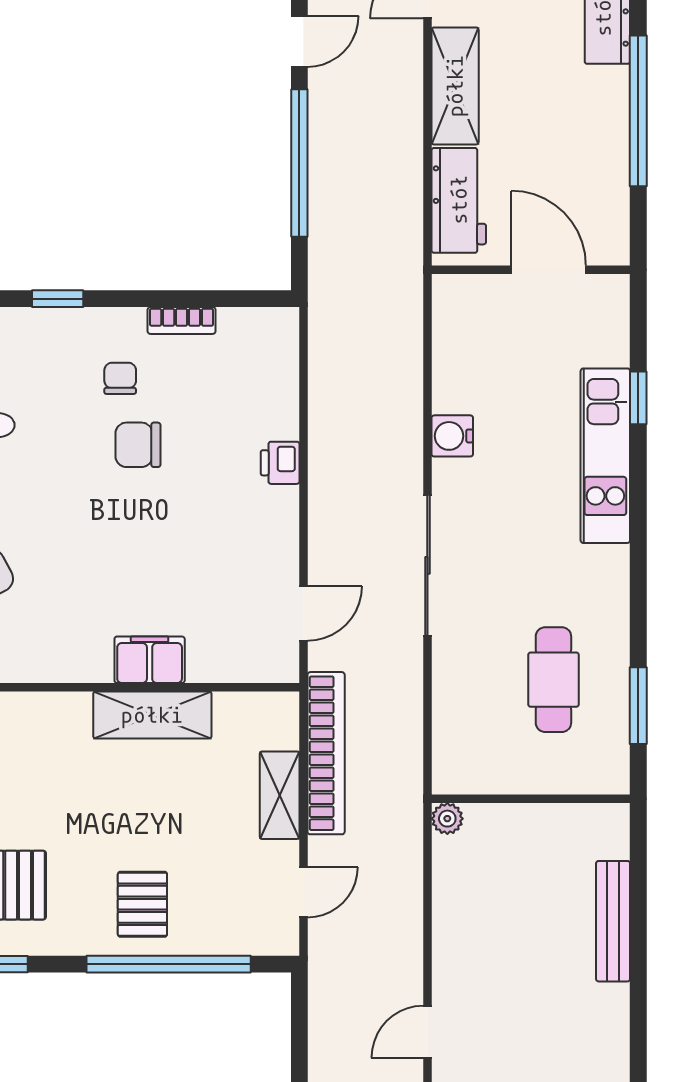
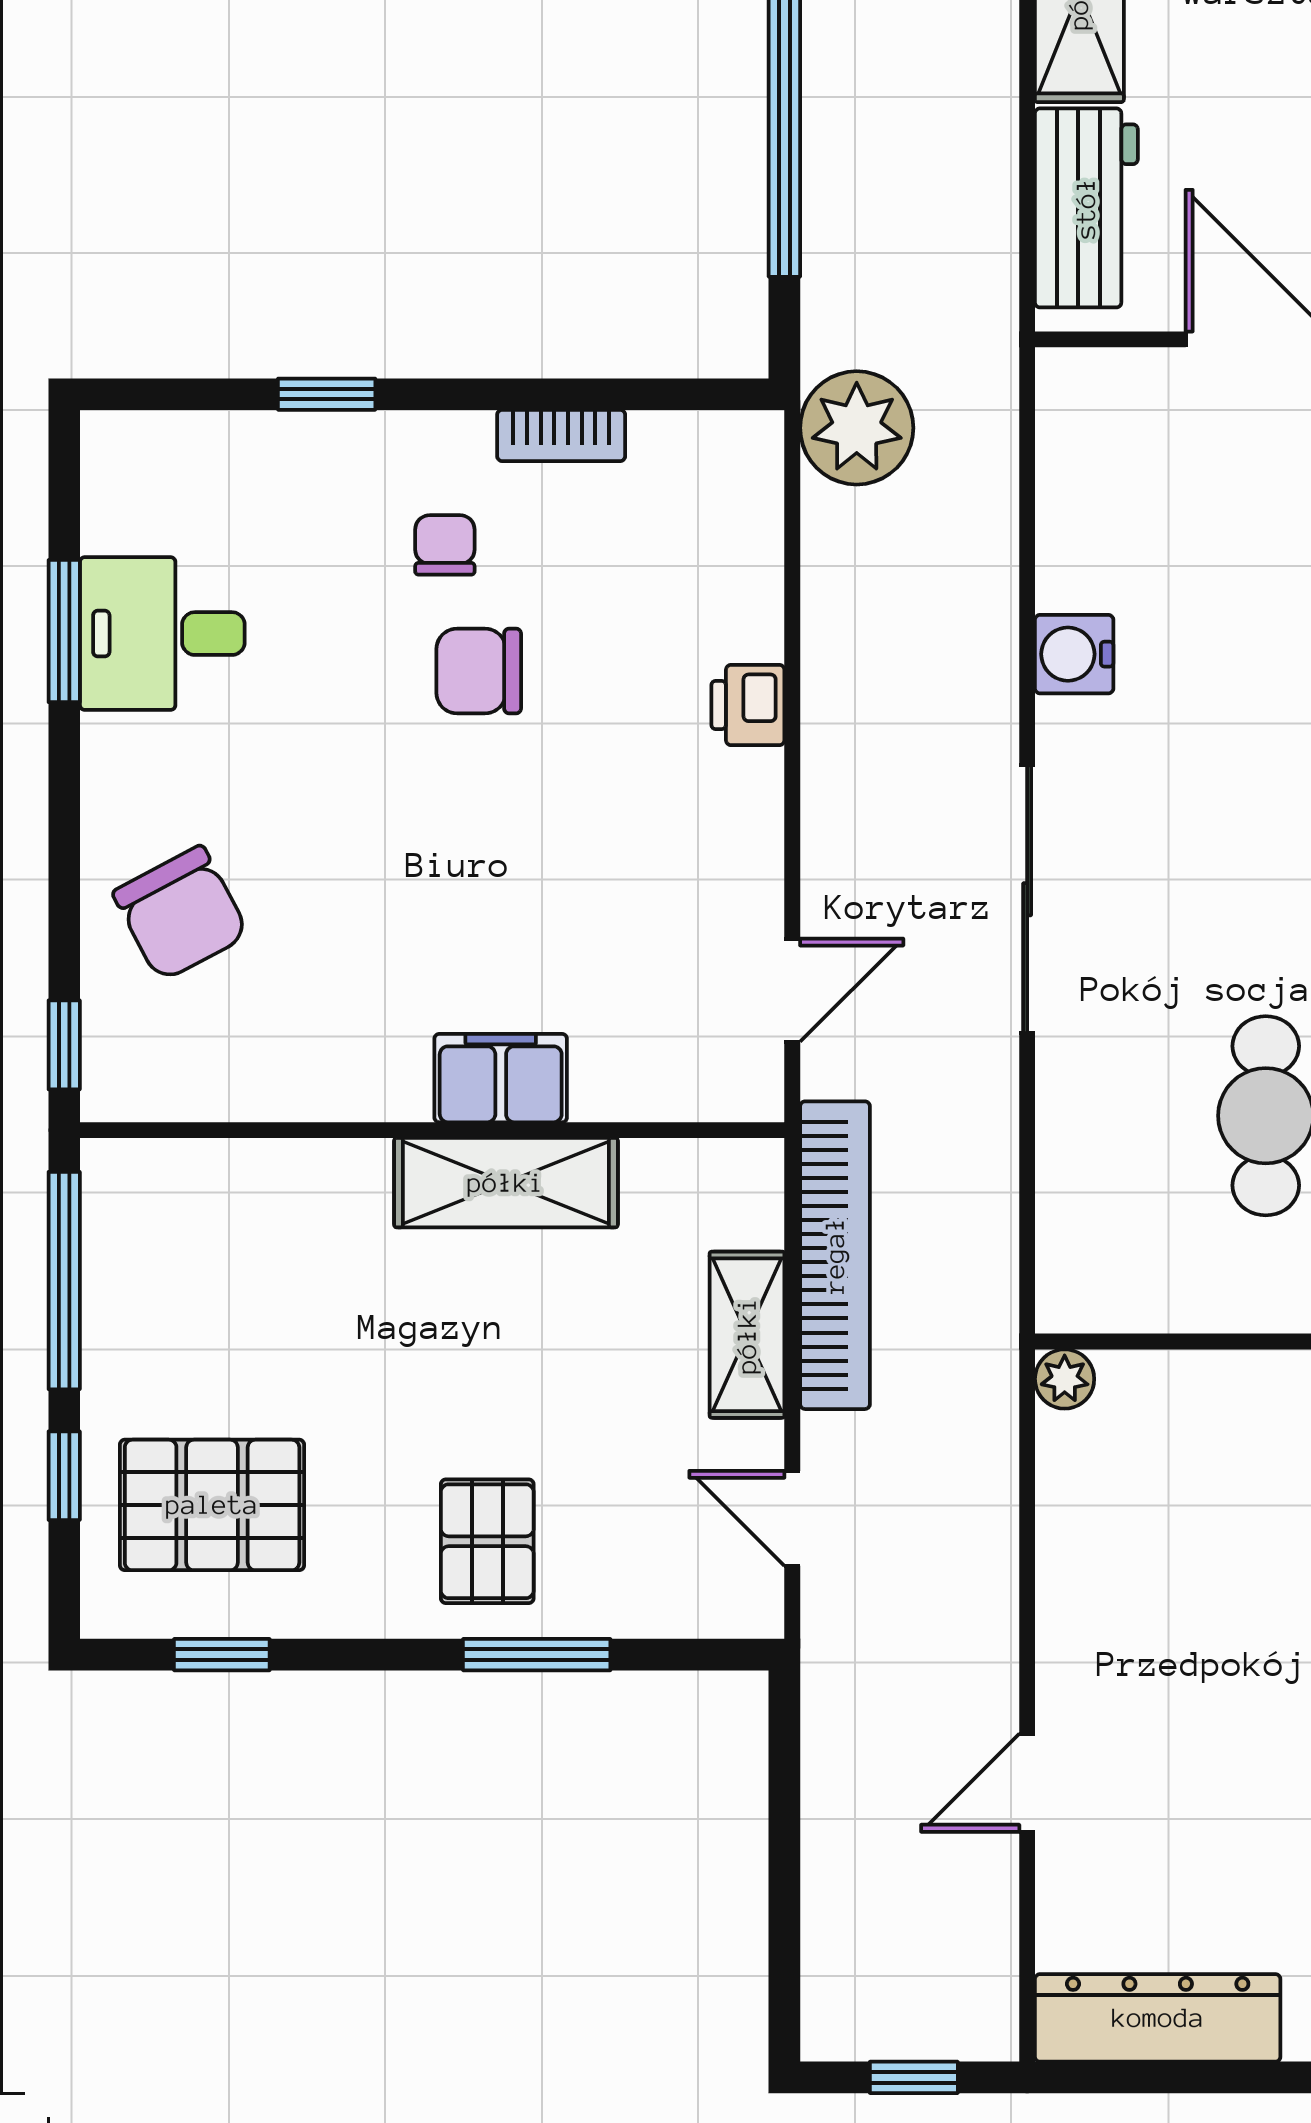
plant: (338, 316) -> (857, 428), added
door: (303, 892) -> (792, 1518), swing flipped
window: (169, 964) -> (537, 1655), width x0.47

